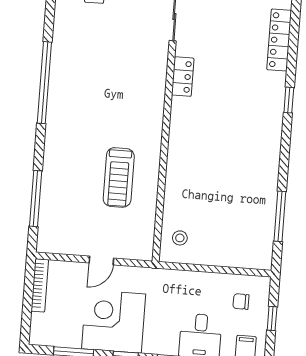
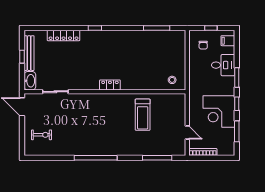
locker: (183, 77) -> (110, 85), moved
treadmill: (119, 177) -> (143, 115), turned 90
door: (101, 261) -> (187, 133), moved

